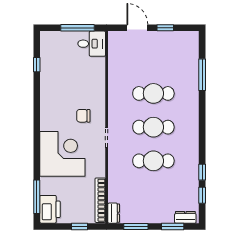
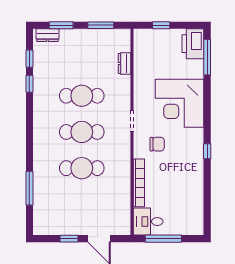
window: (37, 65) -> (207, 151), moved
bookcase: (100, 200) -> (139, 183), moved
dresser: (114, 213) -> (125, 64), moved

